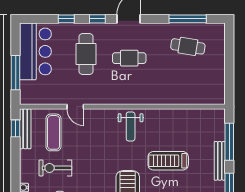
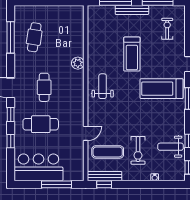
plant: (158, 97) -> (78, 63), added
weight bench: (131, 127) -> (103, 86), turned -90

